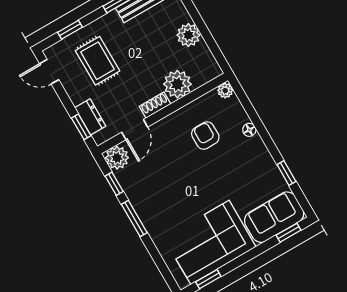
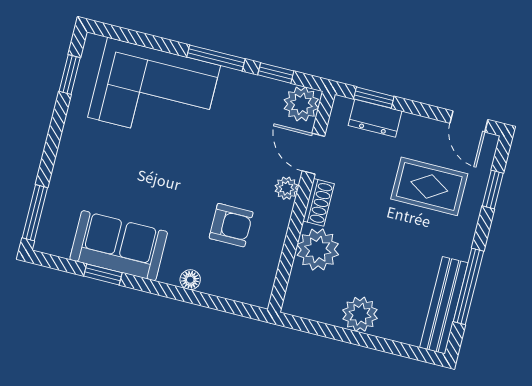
door: (49, 72) -> (469, 121), swing flipped
plant: (225, 90) -> (286, 188), moved
sofa: (274, 217) -> (119, 246), moved, turned -90
window: (288, 233) -> (35, 213), width x1.50
corner sofa: (210, 242) -> (154, 91), moved, turned 90

